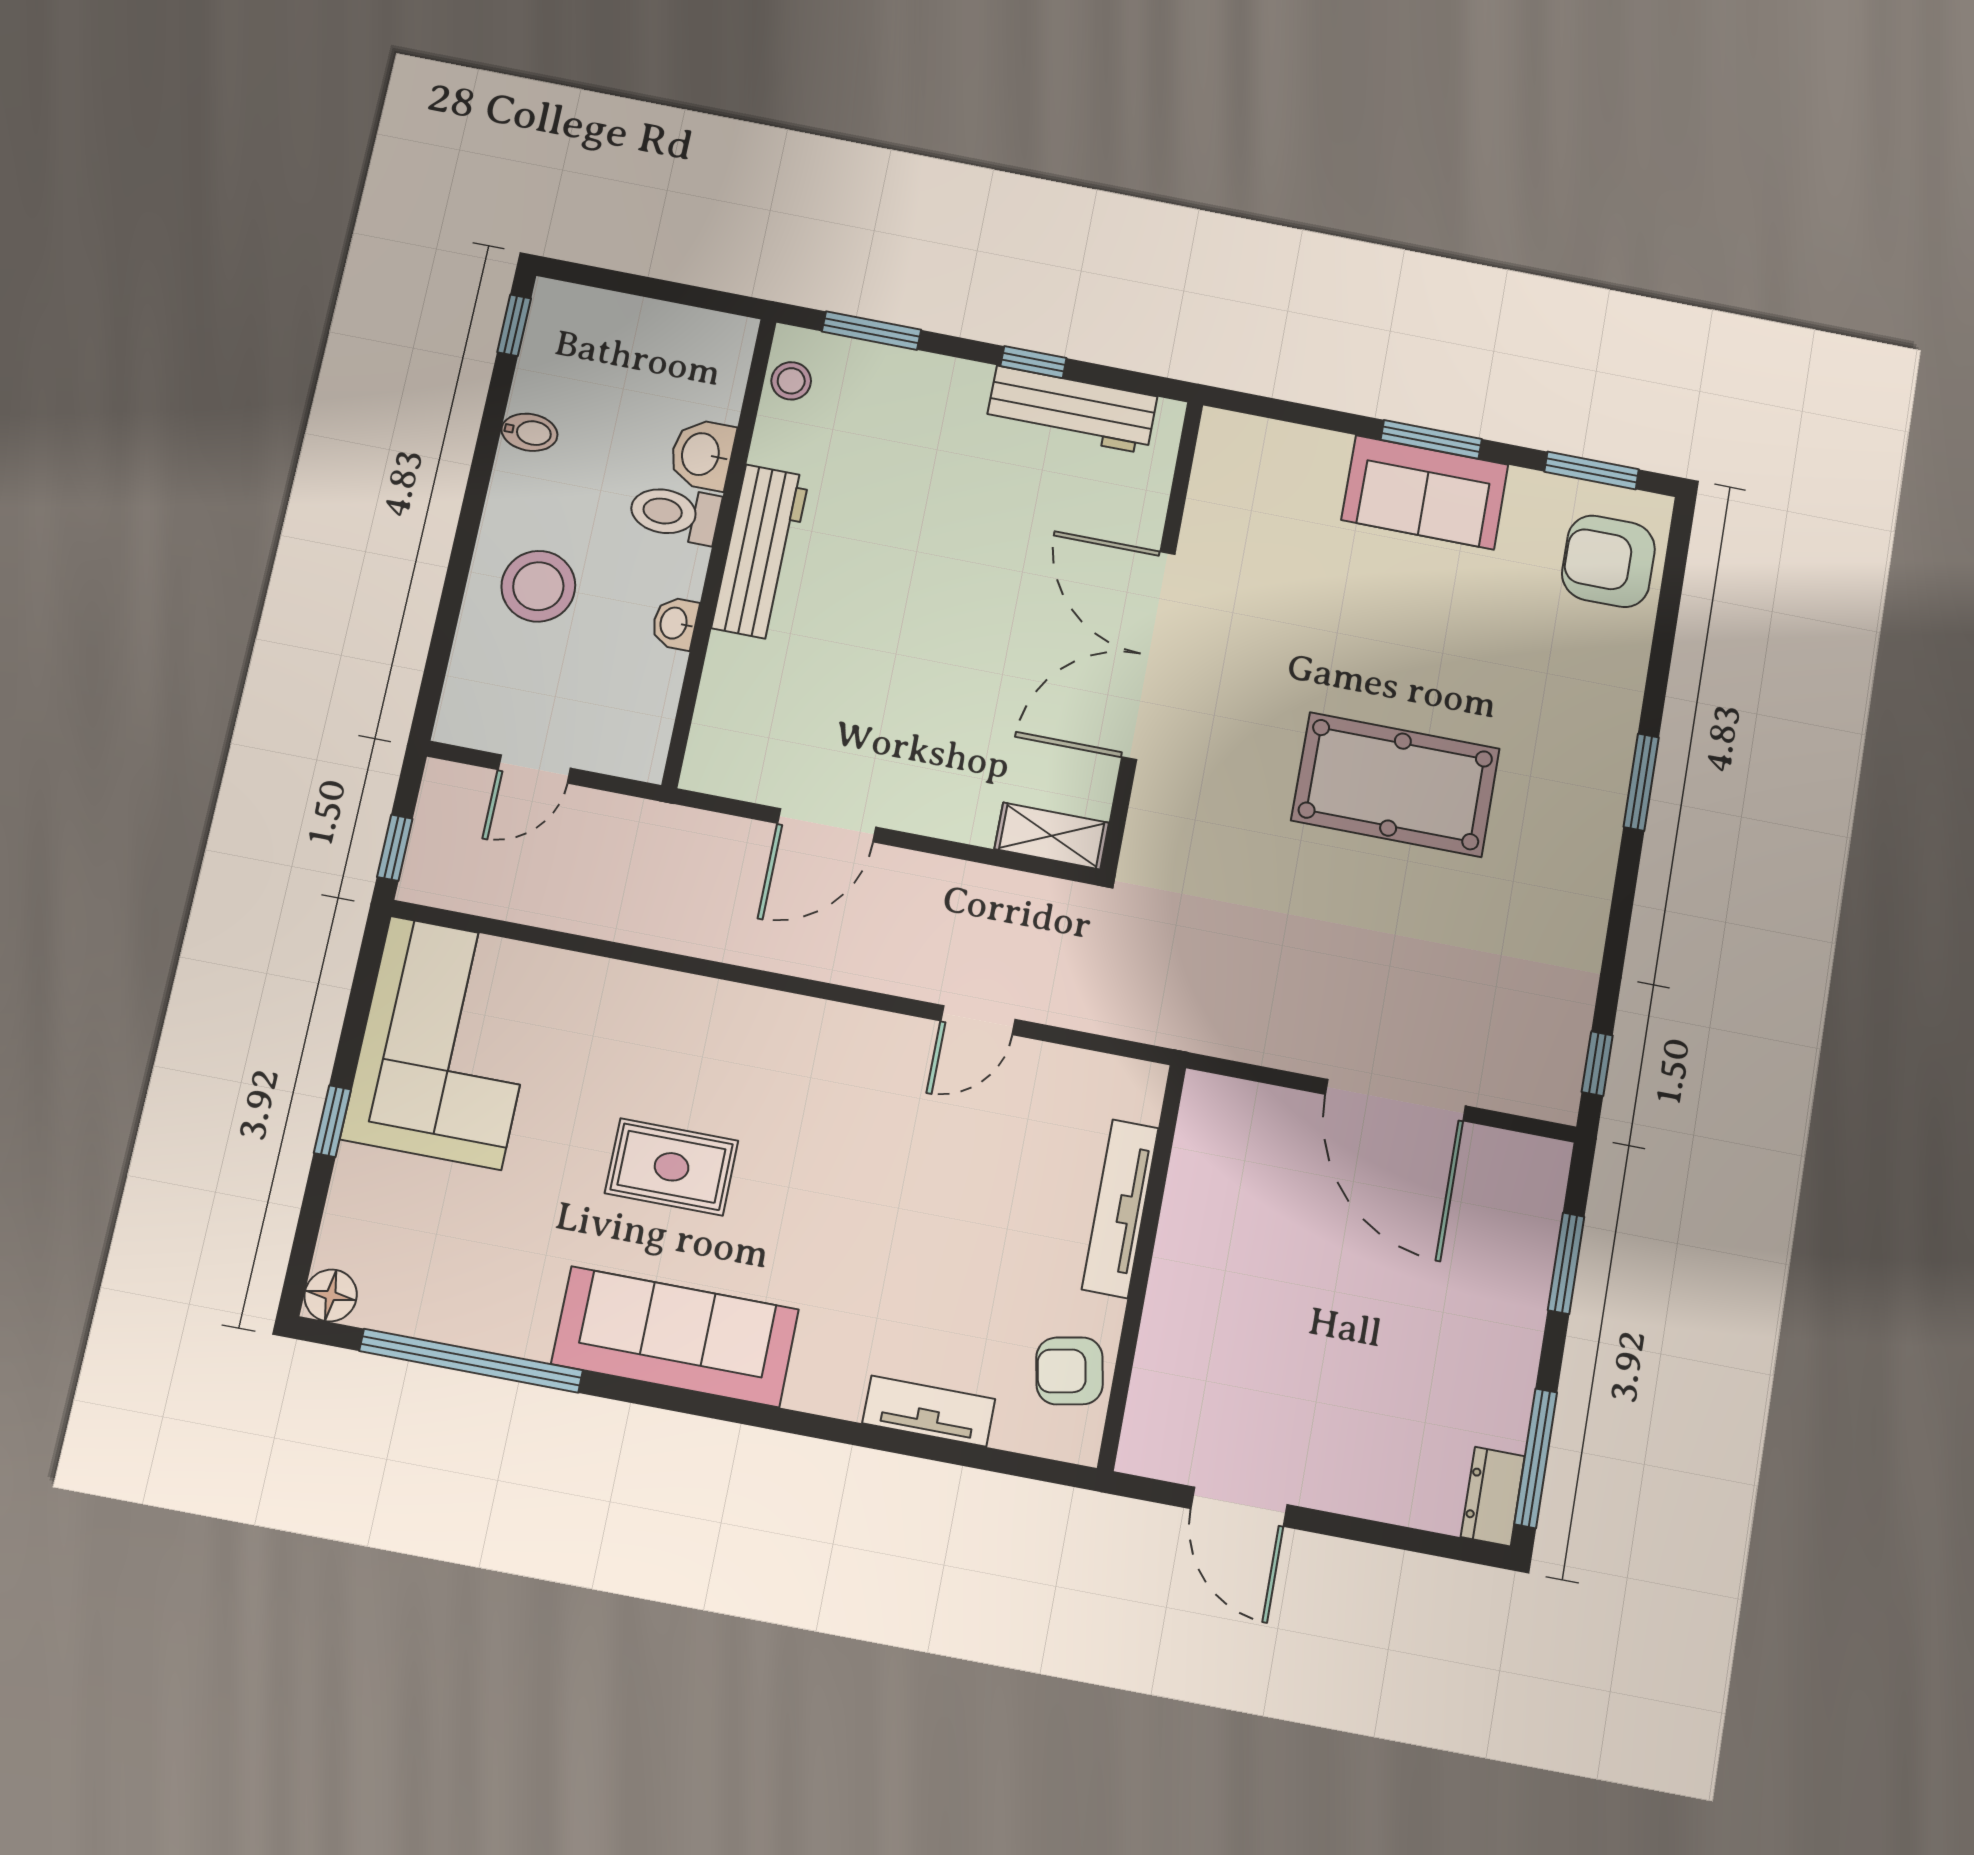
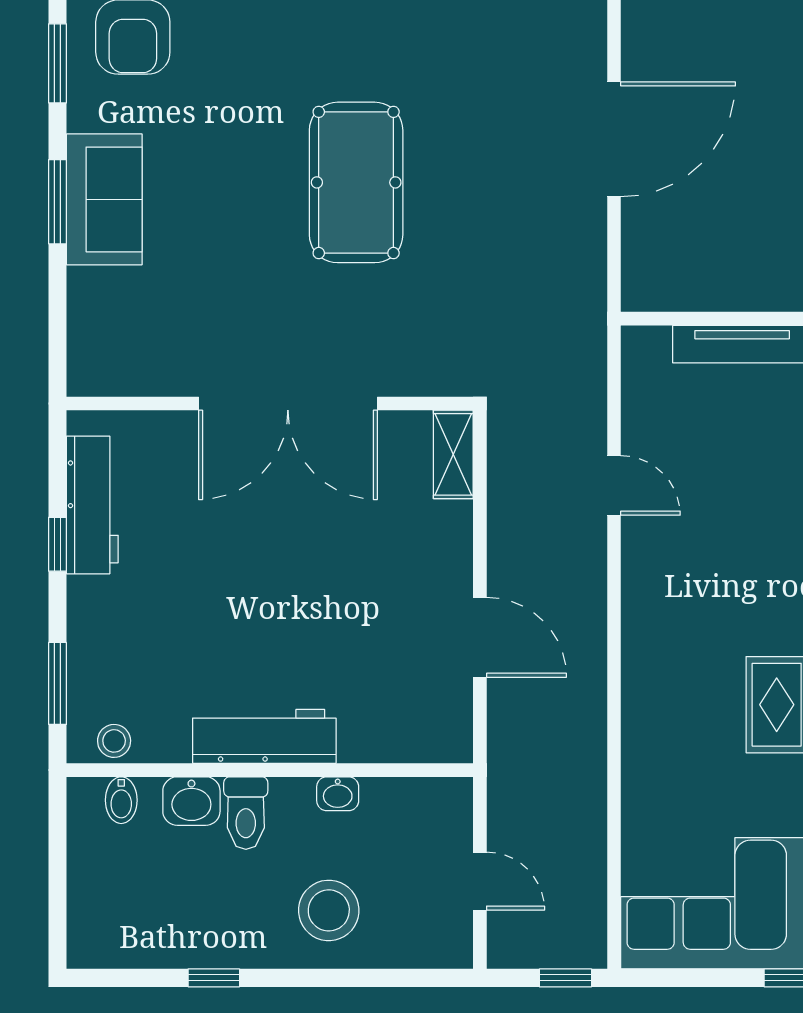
window: (514, 325) -> (214, 978), moved
bidet: (529, 432) -> (121, 800), moved, turned 180

